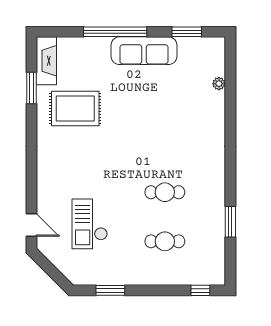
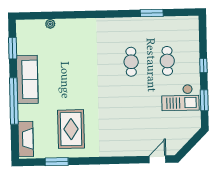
fireplace: (46, 61) -> (26, 139), moved, turned 90
checkout: (90, 224) -> (180, 98), moved
window: (200, 290) -> (203, 66), moved

